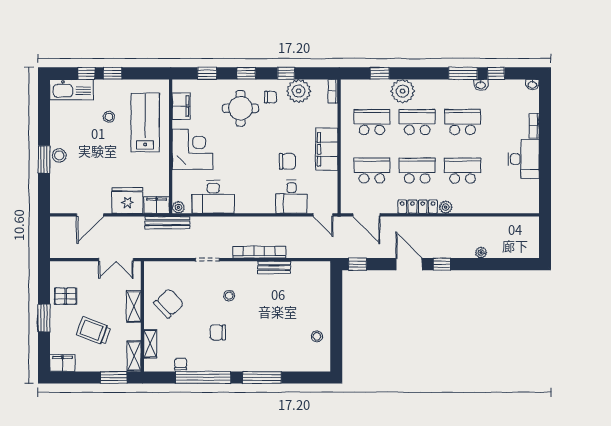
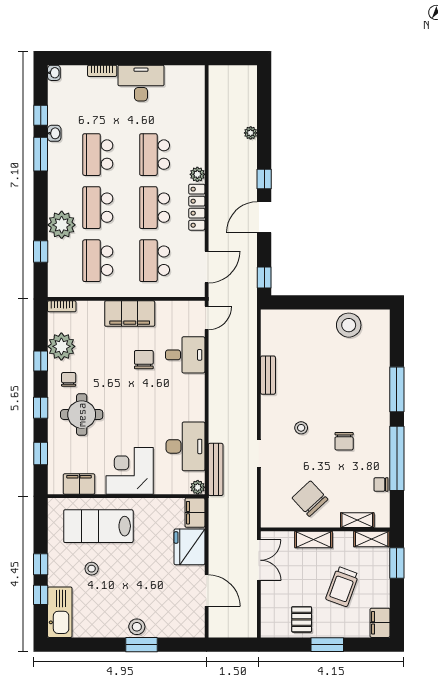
bench: (167, 223) -> (216, 469), moved
bookcase: (259, 252) -> (250, 392), removed
stool: (317, 336) -> (349, 325), width x1.89, depth x1.89

